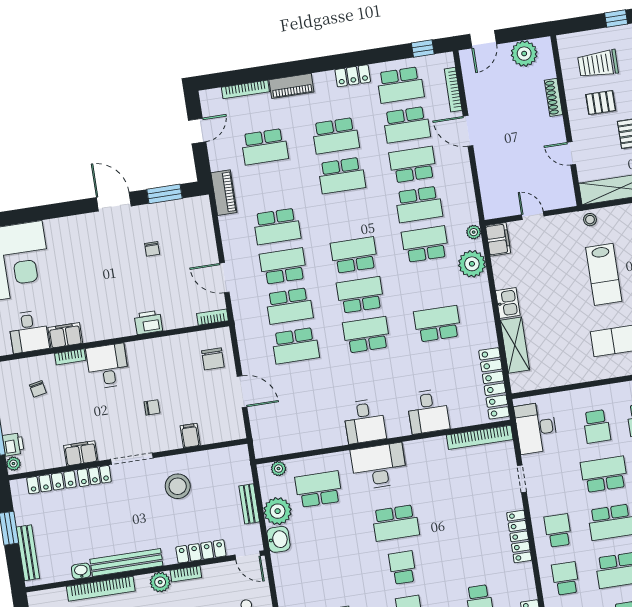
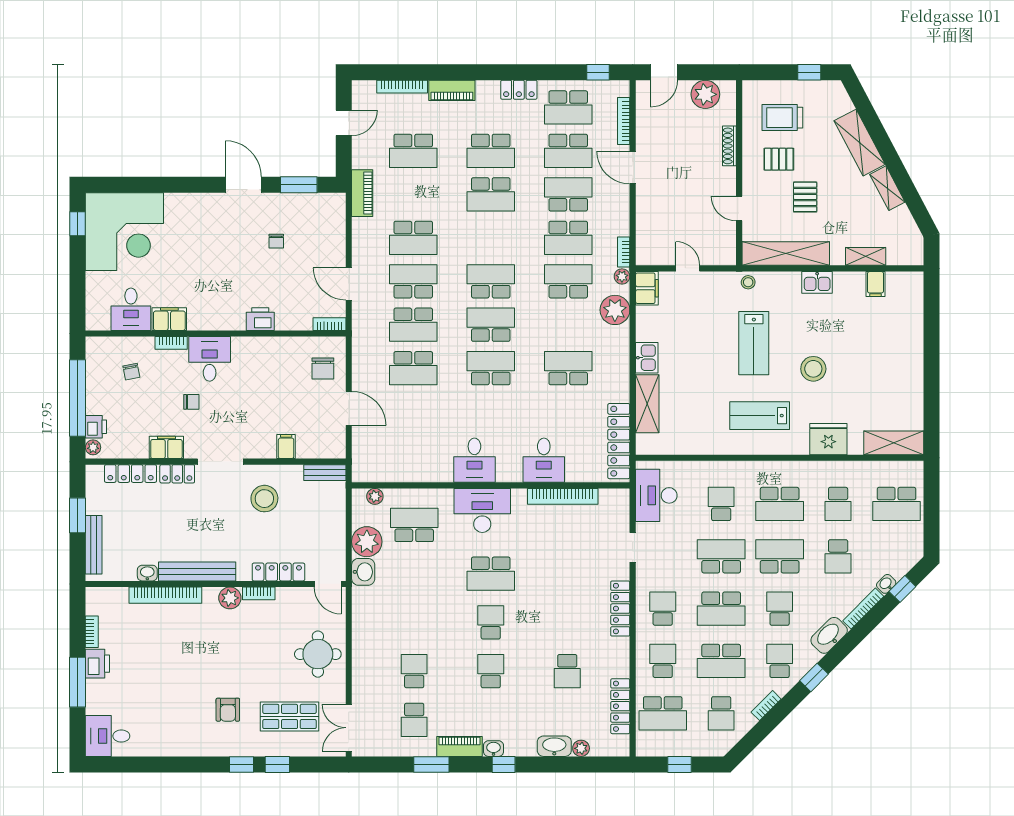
bookcase: (472, 210) -> (624, 252), added
chair: (152, 407) -> (191, 402), moved
school desk: (597, 426) -> (721, 504), turned 180
bookcase: (480, 437) -> (563, 496), moved
bench: (249, 504) -> (325, 473), moved, turned 90

